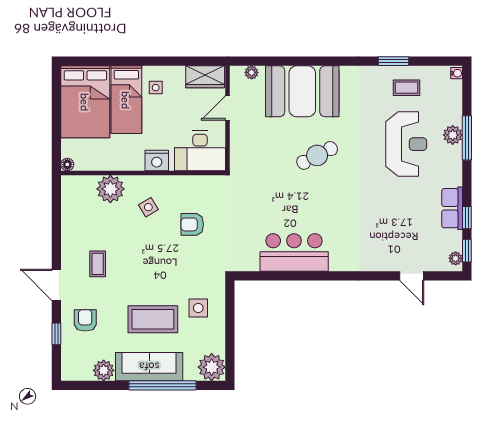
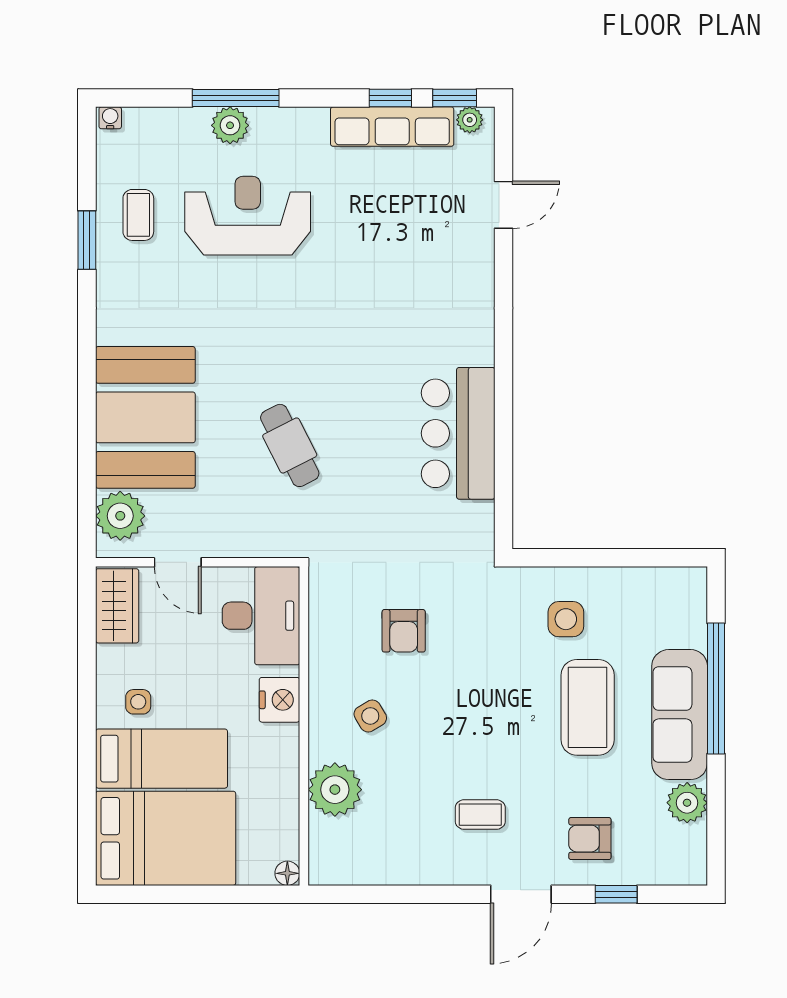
plant: (252, 72) -> (120, 516), width x1.88, depth x1.88
cafe table: (317, 155) -> (290, 445), moved
row of seats: (452, 208) -> (392, 127), width x1.48
plant: (212, 367) -> (681, 593), removed

